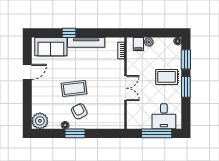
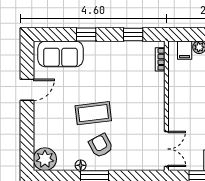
window: (102, 33) -> (133, 34), added
tv unit: (86, 42) -> (110, 48), removed
double door: (126, 88) -> (166, 149), moved

